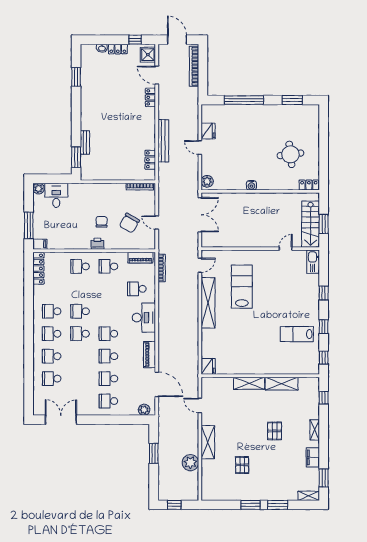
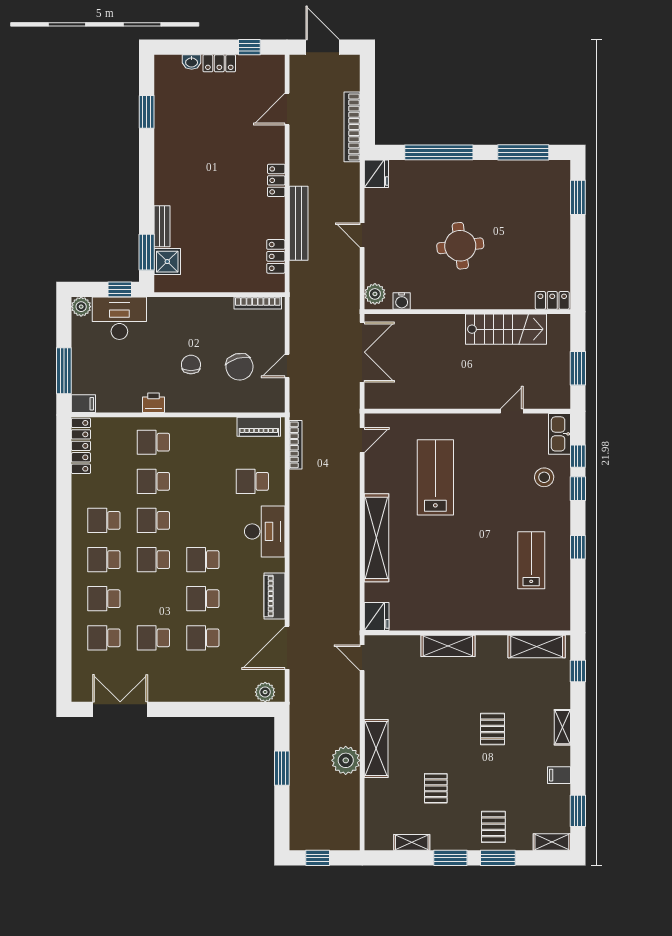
shower: (148, 55) -> (167, 262), moved
bookcase: (194, 66) -> (352, 127), moved
door: (157, 75) -> (287, 109), hinge flipped
locker: (150, 97) -> (276, 180), moved
window: (292, 100) -> (523, 152), width x1.44
window: (324, 126) -> (578, 197), added
fridge: (208, 131) -> (376, 174), moved
round table: (290, 154) -> (460, 246), moved
window: (61, 179) -> (120, 289), added
water cooler: (251, 185) -> (402, 301), moved
desk: (56, 195) -> (119, 318), width x1.37
chair: (129, 223) -> (239, 367), turned -46
door: (157, 223) -> (287, 366), hinge flipped
stairs: (311, 224) -> (506, 329), moved, turned -90
printer: (97, 244) -> (154, 403), moved
school desk: (108, 266) -> (153, 481), moved
stool: (304, 287) -> (544, 477), added
shelving: (208, 303) -> (377, 538), moved
lab bench: (297, 334) -> (531, 560), turned 90
window: (324, 358) -> (578, 456), moved
door: (157, 384) -> (287, 648), swing flipped
shelving: (282, 384) -> (537, 646), moved
school desk: (108, 401) -> (153, 638), moved
door: (200, 405) -> (362, 658), moved
filing cabinet: (313, 457) -> (559, 775), width x0.50
plant: (190, 463) -> (346, 760), moved
pallet: (275, 487) -> (493, 827), added
shelving: (228, 496) -> (412, 842), added

